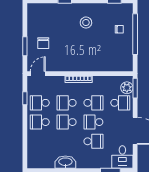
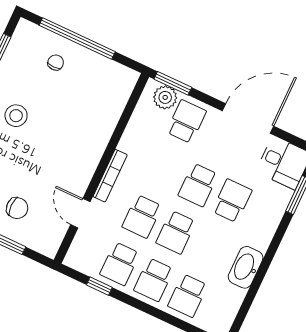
door: (38, 74) -> (80, 213), moved
school desk: (93, 103) -> (188, 296), moved, turned 180

